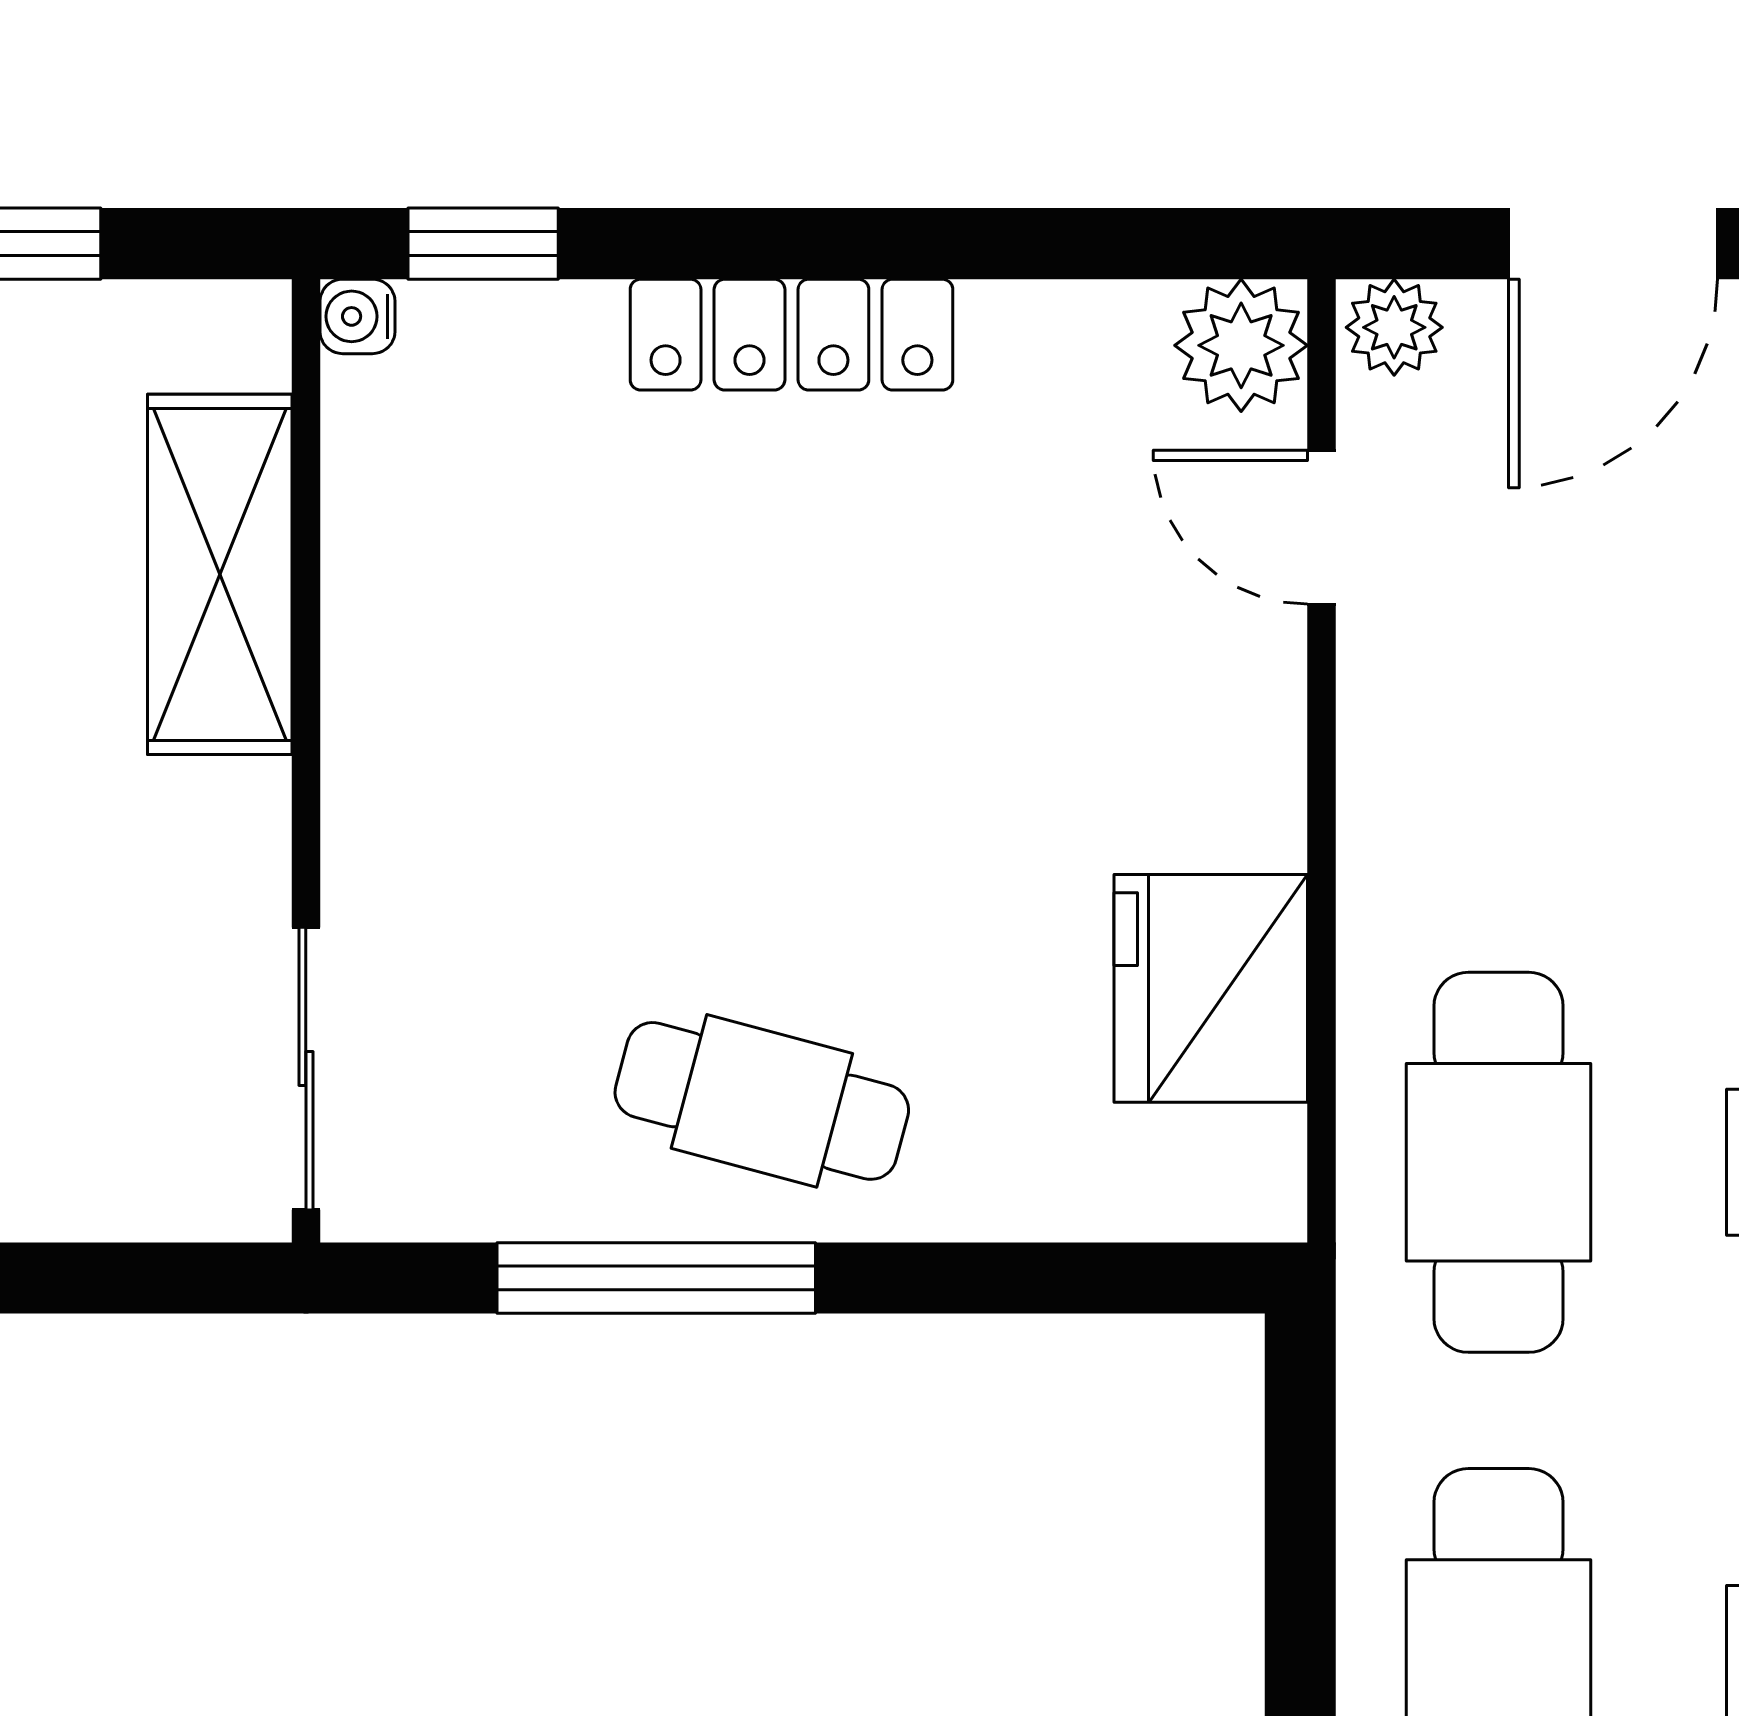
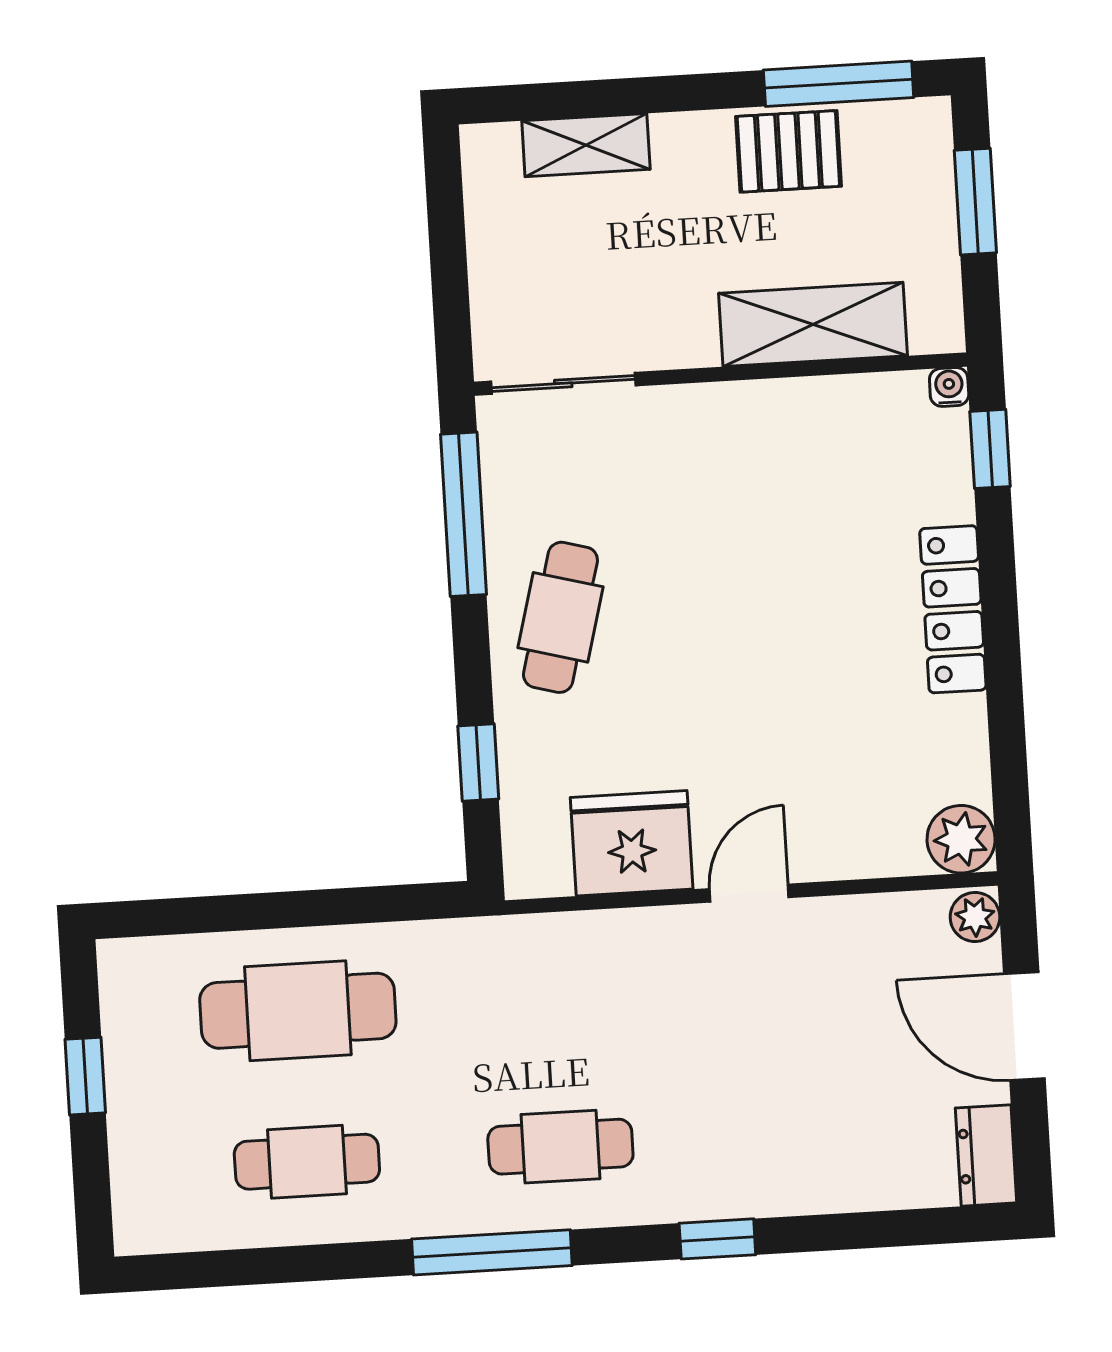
door: (1322, 527) -> (749, 893), moved
cafe table: (1499, 1162) -> (551, 996), removed
window: (656, 1278) -> (464, 514), moved
window: (1035, 1278) -> (478, 763), added

